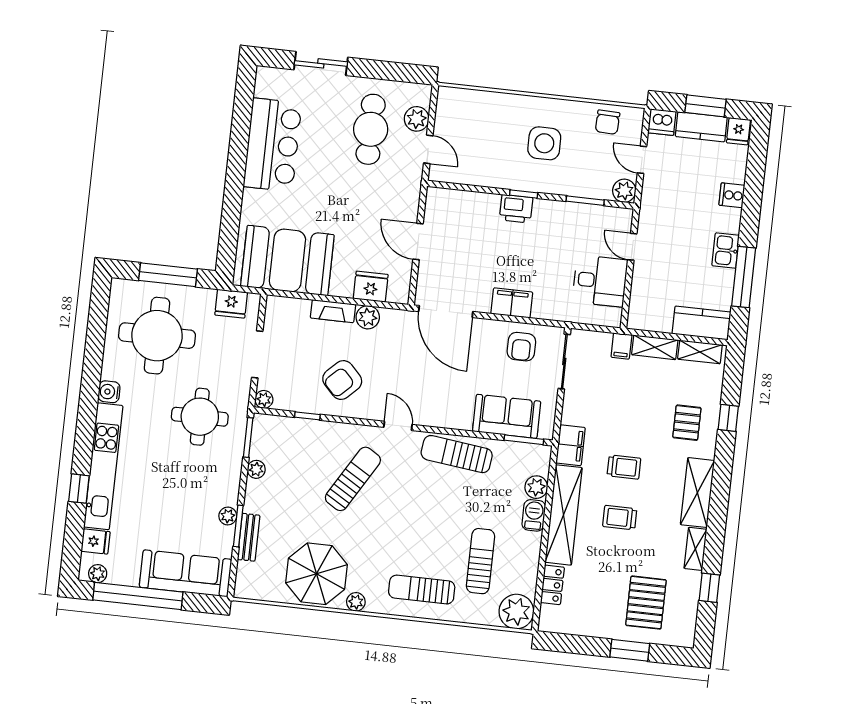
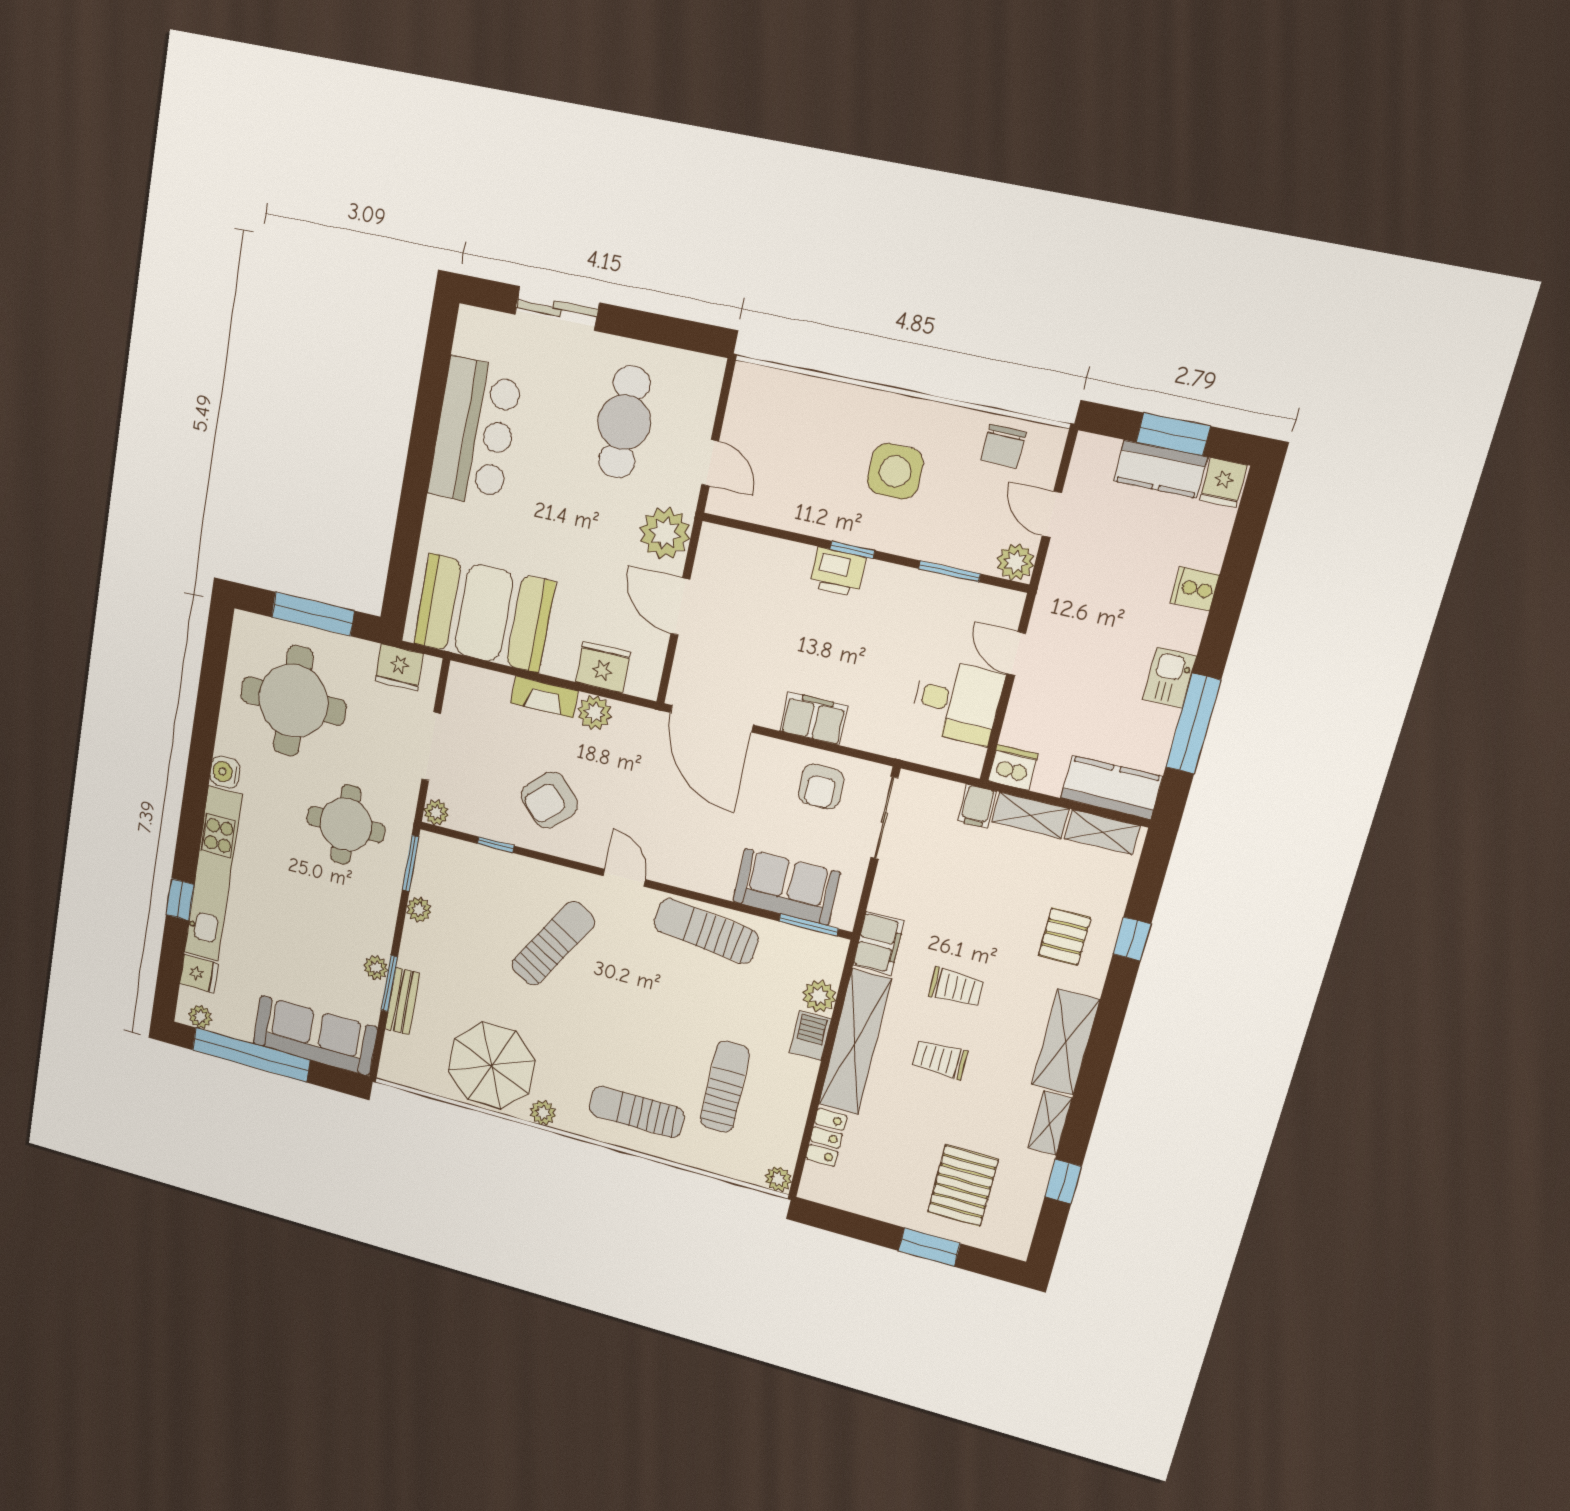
plant: (417, 119) -> (665, 533), moved, width x1.36, depth x1.36
dishwasher: (662, 122) -> (1013, 767), moved, turned 180
plant: (516, 612) -> (778, 1179), width x0.53, depth x0.53

